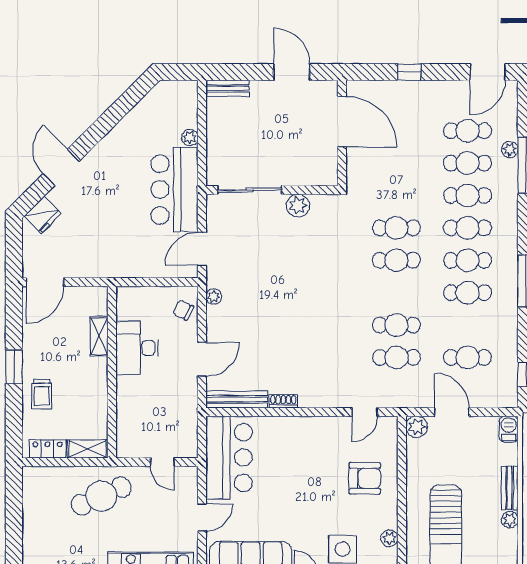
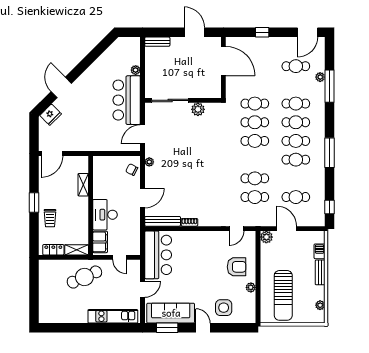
cafe table: (467, 163) -> (255, 104), moved
desk: (137, 348) -> (105, 215), moved
barbecue: (509, 429) -> (320, 251), moved
filing cabinet: (129, 435) -> (100, 242), added
plant: (510, 520) -> (320, 305), moved
plant: (389, 538) -> (251, 287), moved

